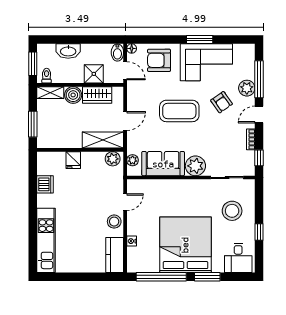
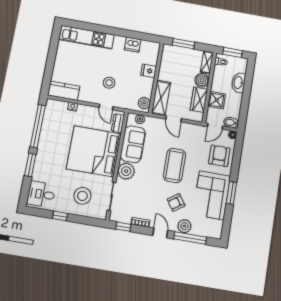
dresser: (142, 185) -> (118, 123), added
stool: (114, 222) -> (109, 83), moved
bed: (185, 245) -> (94, 151), moved, turned 180

